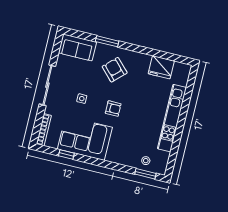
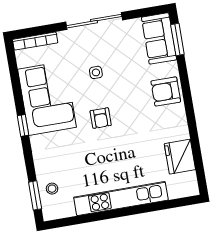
window: (107, 41) -> (177, 40), moved
armchair: (115, 70) -> (166, 92), moved, turned -136
window: (66, 155) -> (23, 125), moved

